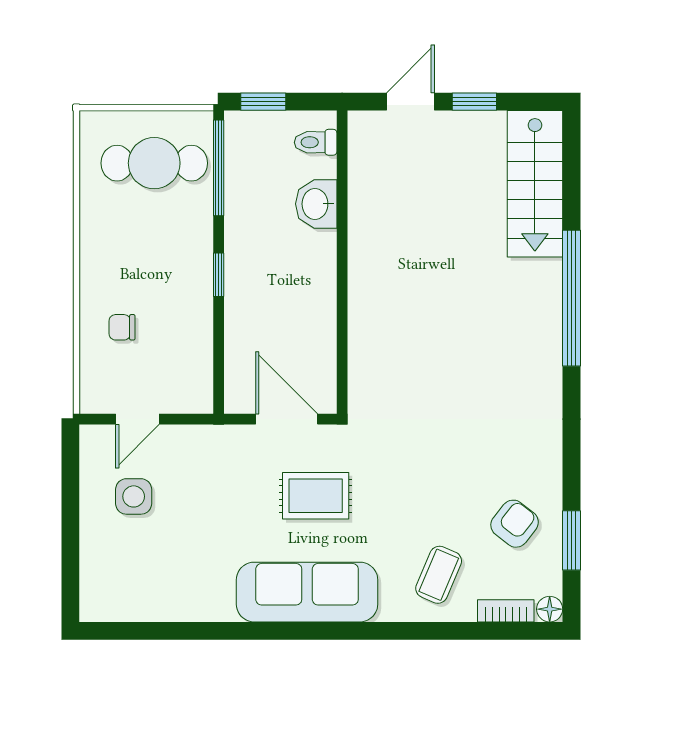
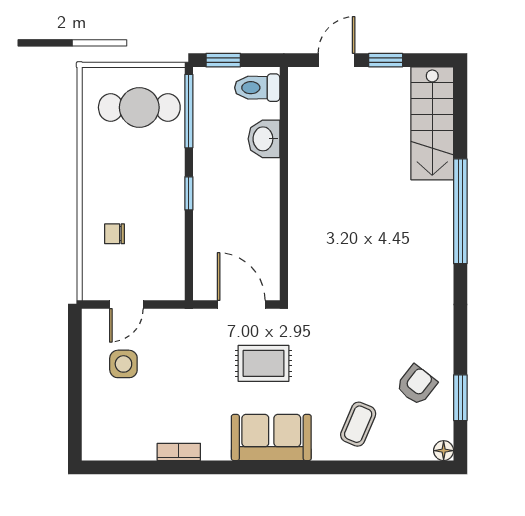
toilet: (316, 142) -> (257, 88), width x1.37, depth x1.39
sofa: (307, 592) -> (271, 437), width x0.73
bookcase: (506, 611) -> (179, 452), moved

